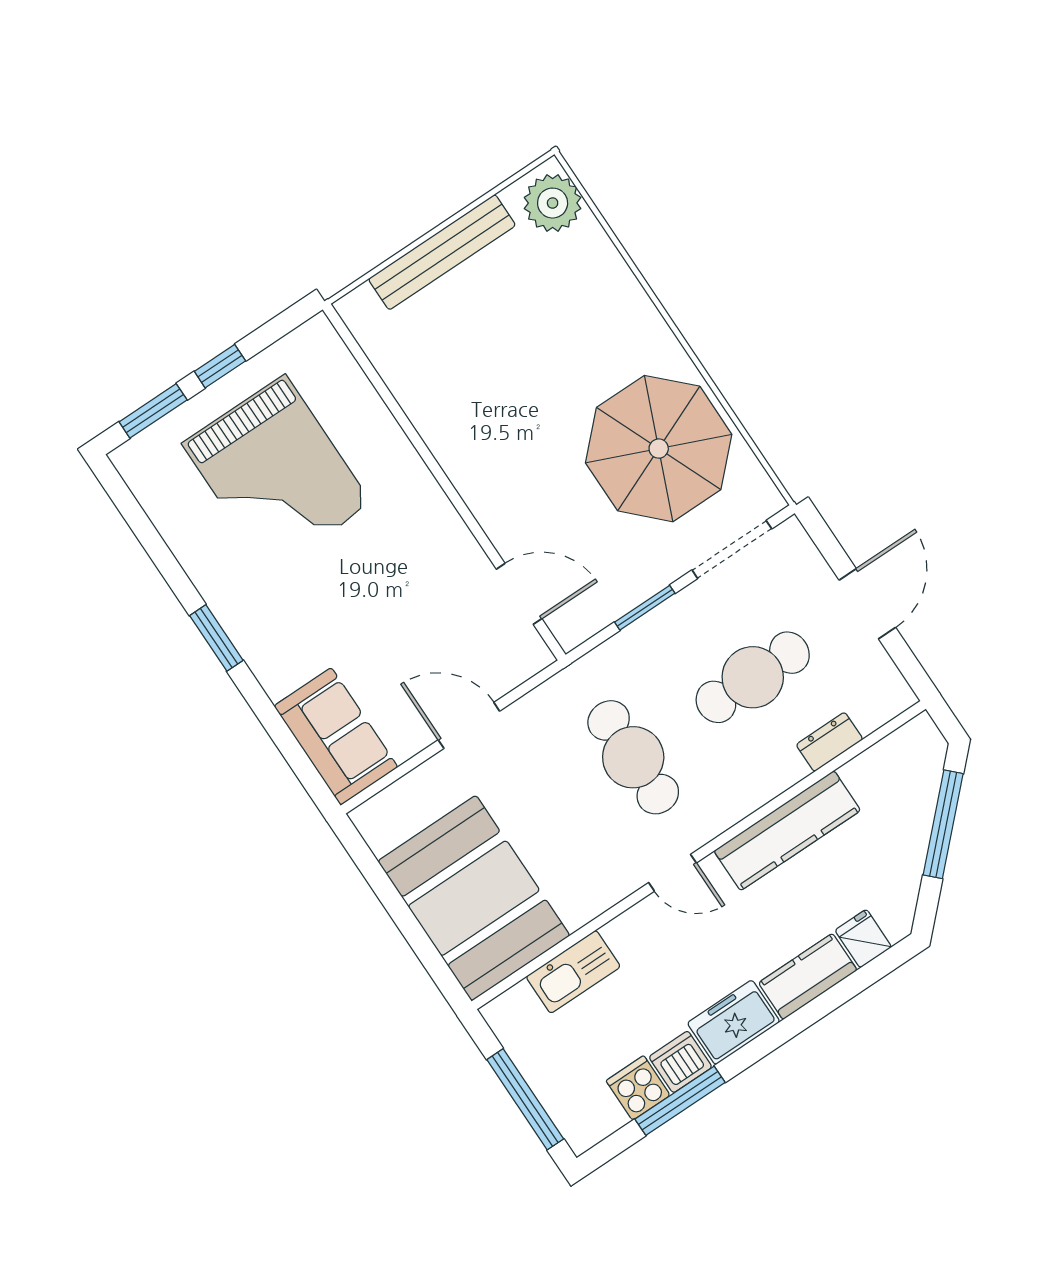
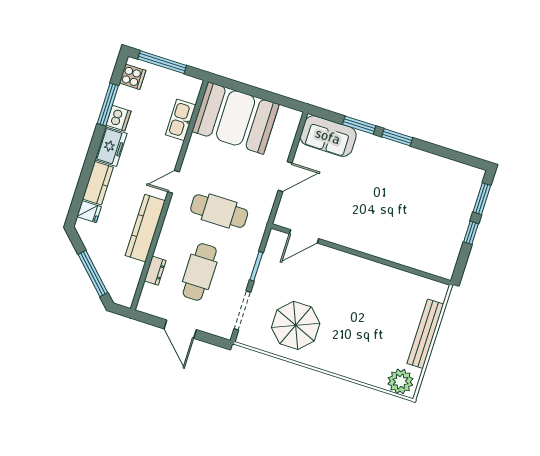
parasol: (659, 449) -> (296, 325), width x0.73, depth x0.73
grand piano: (277, 474) -> (421, 211), removed
window: (266, 712) -> (359, 125), added
cooker: (638, 1088) -> (133, 77), moved

